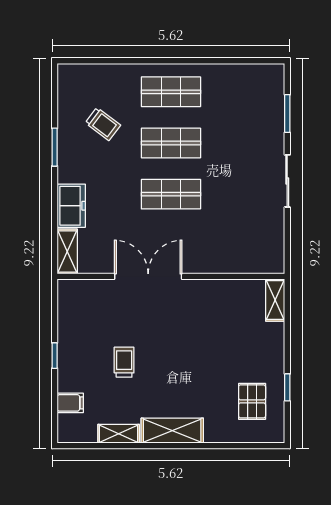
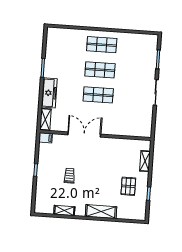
trolley: (103, 124) -> (67, 58), removed
freezer: (71, 206) -> (49, 93), width x1.40
shelving: (275, 300) -> (145, 161), moved
pallet: (252, 401) -> (128, 186), moved
filing cabinet: (70, 403) -> (46, 138), moved
shelving: (172, 431) -> (101, 212), moved

